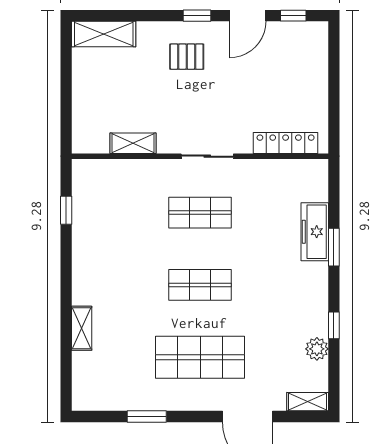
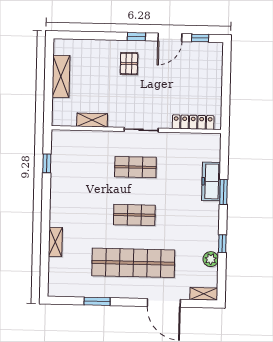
shelving: (104, 34) -> (61, 76), moved, turned 90
pallet: (187, 57) -> (129, 64), turned 90
shop shelf: (200, 357) -> (133, 263), width x1.40

